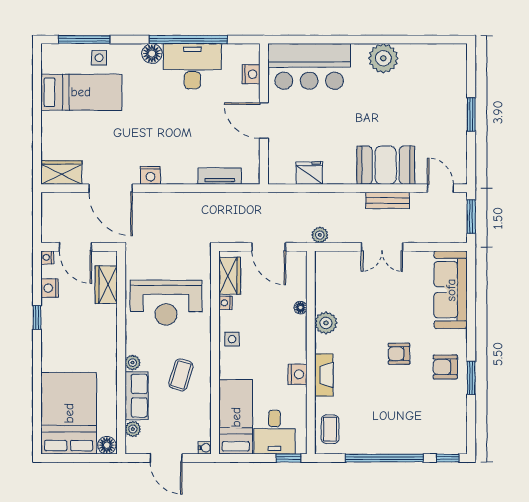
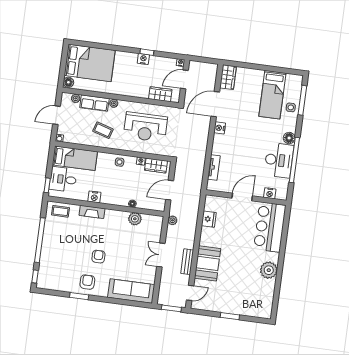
nightstand: (50, 288) -> (143, 59), moved
reception desk: (166, 303) -> (145, 127), turned -90
plant: (326, 323) -> (135, 219), moved

